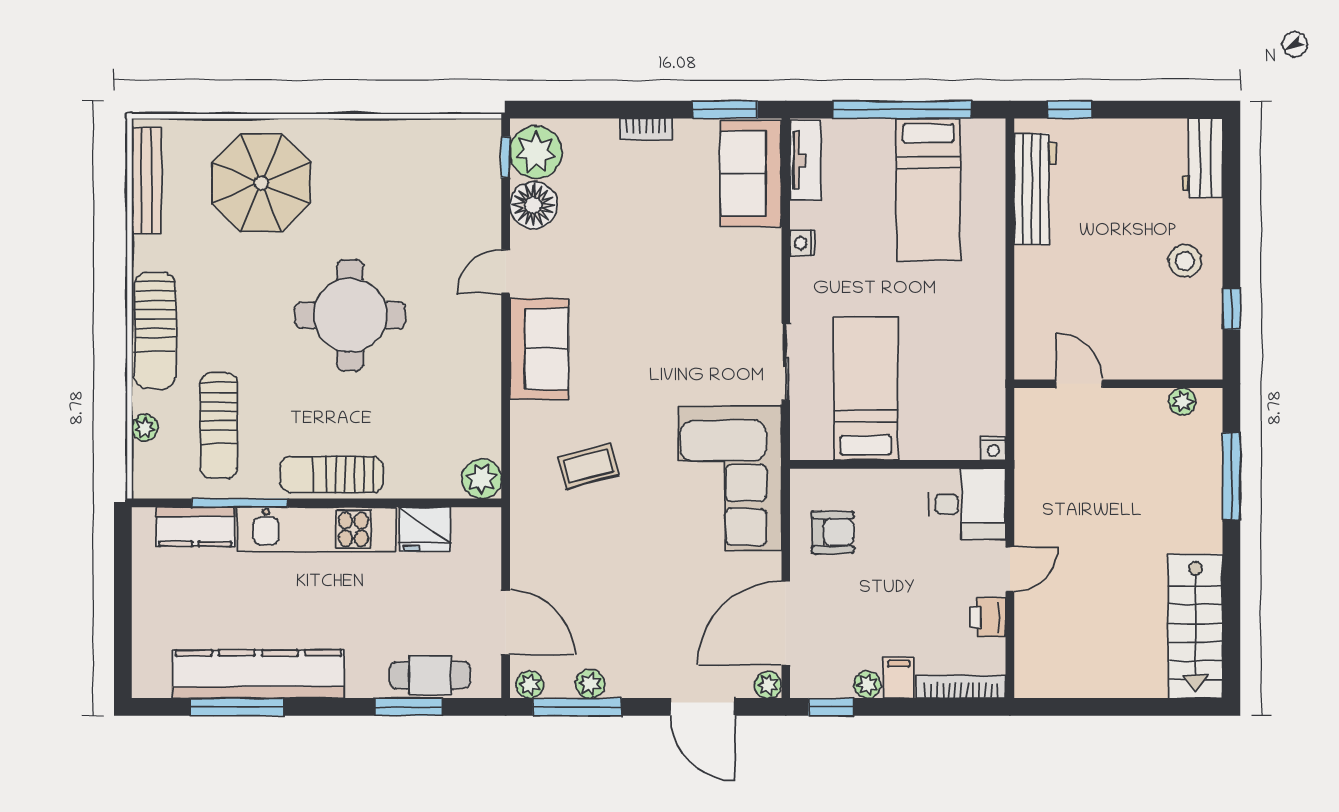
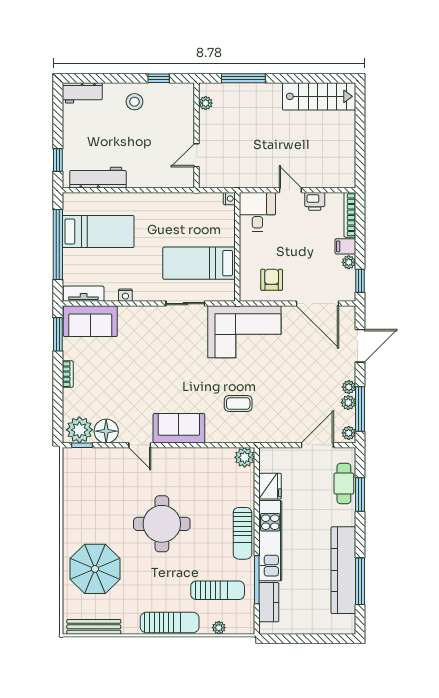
coffee table: (588, 466) -> (238, 404), turned -75
plant: (768, 685) -> (349, 387), moved

